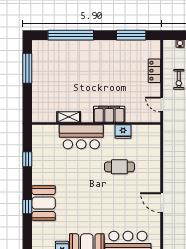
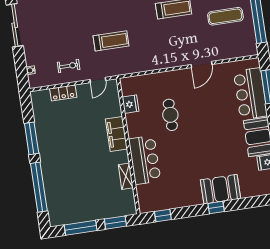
window: (131, 35) -> (32, 138), moved
window: (27, 101) -> (115, 223), added
fridge: (123, 131) -> (131, 104), moved
window: (27, 159) -> (163, 215), moved
window: (27, 207) -> (216, 207), moved

